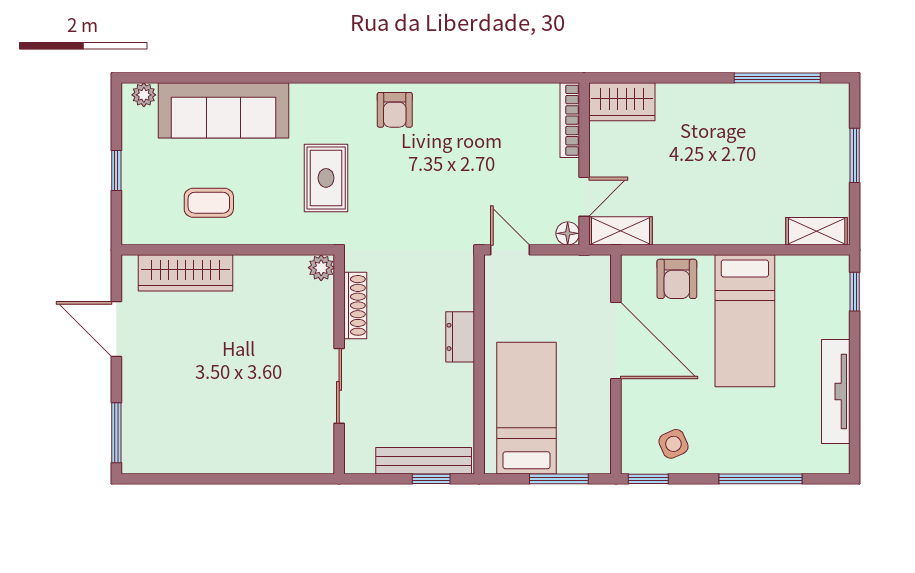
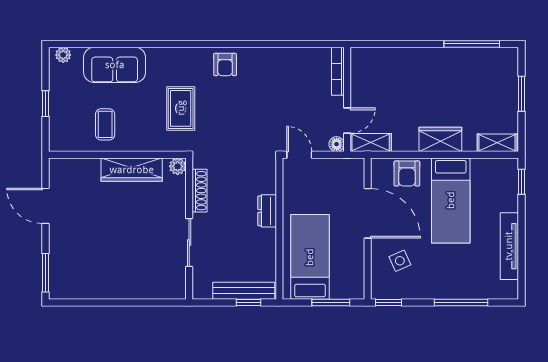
wardrobe: (622, 102) -> (440, 139), moved, turned 180
sofa: (223, 110) -> (115, 65), width x0.73
coffee table: (209, 203) -> (105, 124), turned 90
wardrobe: (185, 273) -> (132, 170), moved
side table: (673, 444) -> (400, 261), moved

